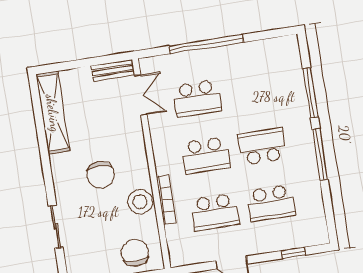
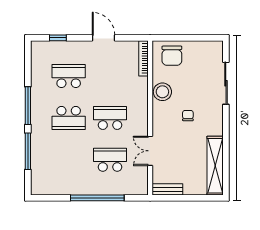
double door: (141, 95) -> (150, 151), moved
chair: (101, 175) -> (188, 116), width x0.54, depth x0.54
bookcase: (166, 200) -> (144, 58), moved
school desk: (215, 212) -> (110, 76), removed
sliding door: (56, 227) -> (226, 83), width x1.37

